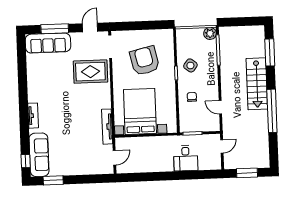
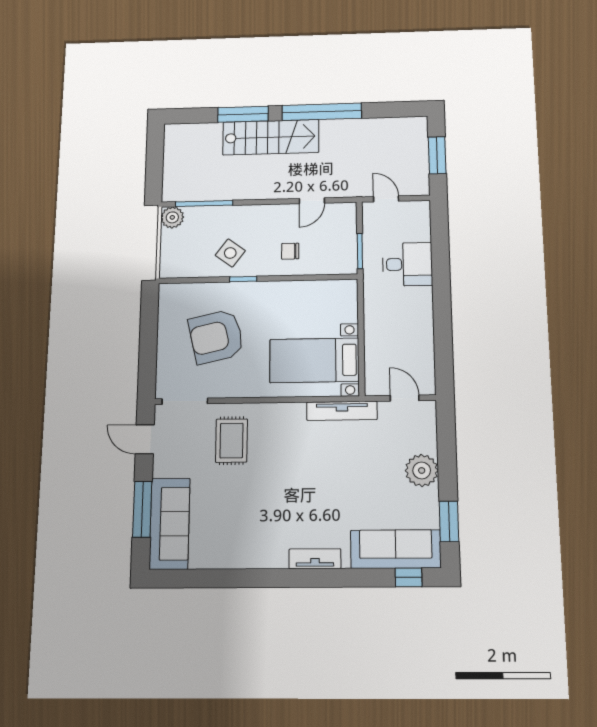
window: (270, 52) -> (243, 114), moved
rug: (90, 72) -> (231, 441), width x0.73, depth x0.70
bed with nightstands: (140, 111) -> (314, 360), width x0.73
plant: (78, 167) -> (422, 470), added

